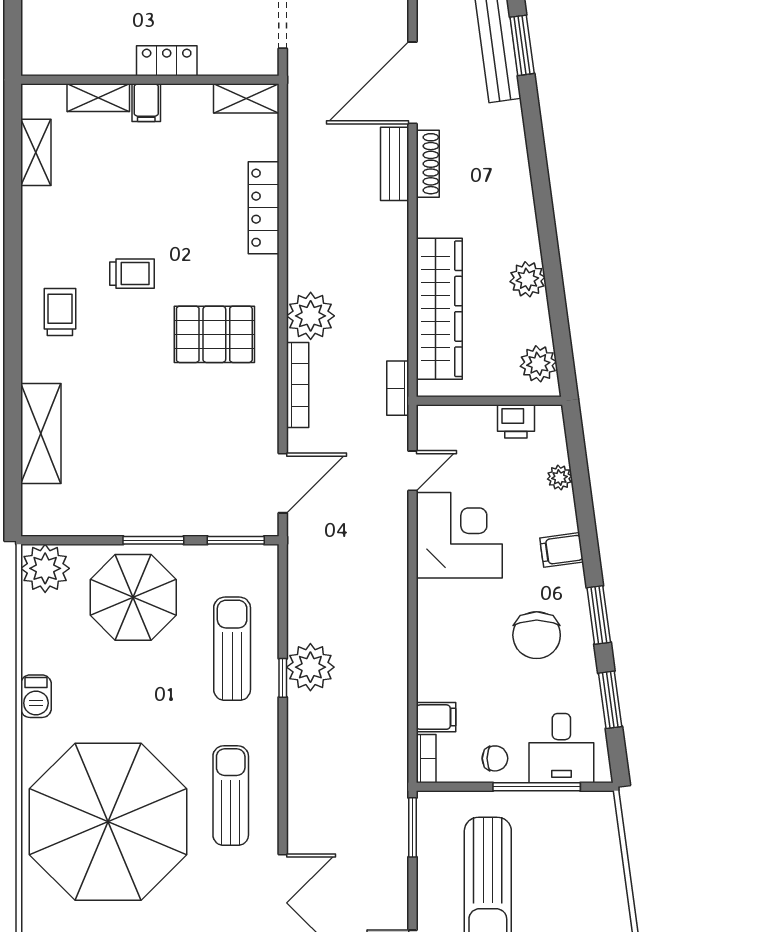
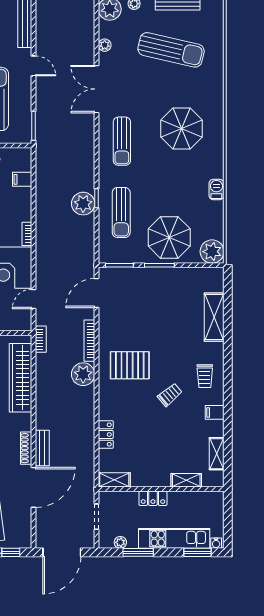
filing cabinet: (146, 103) -> (215, 412), moved, turned -90
locker: (264, 208) -> (106, 434), width x0.66
trolley: (132, 274) -> (170, 395), turned 140
bookcase: (426, 759) -> (27, 234), moved
parasol: (108, 822) -> (181, 128), width x0.54, depth x0.54

